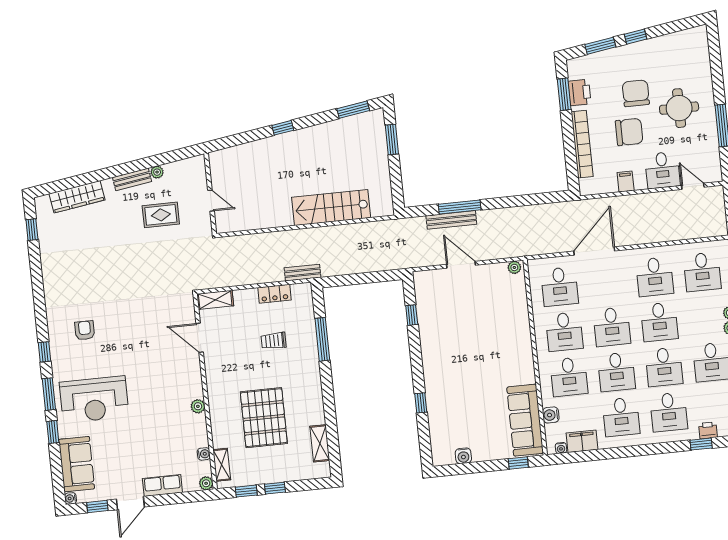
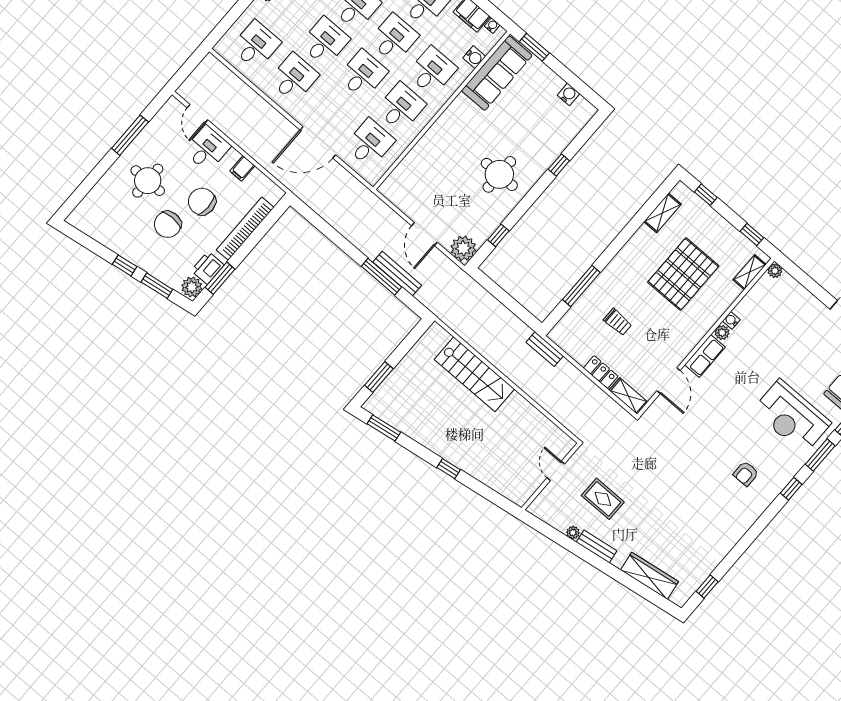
plant: (577, 69) -> (192, 287), added
plant: (514, 267) -> (463, 248), moved, width x1.88, depth x1.88
locker: (274, 294) -> (601, 372), moved
round table: (453, 356) -> (499, 174), added
reception desk: (94, 399) -> (792, 417), turned 180
water cooler: (204, 454) -> (731, 320), moved
window: (518, 463) -> (534, 47), width x1.50
row of seats: (162, 485) -> (705, 356), moved, turned -90
window: (275, 488) -> (706, 195), moved

